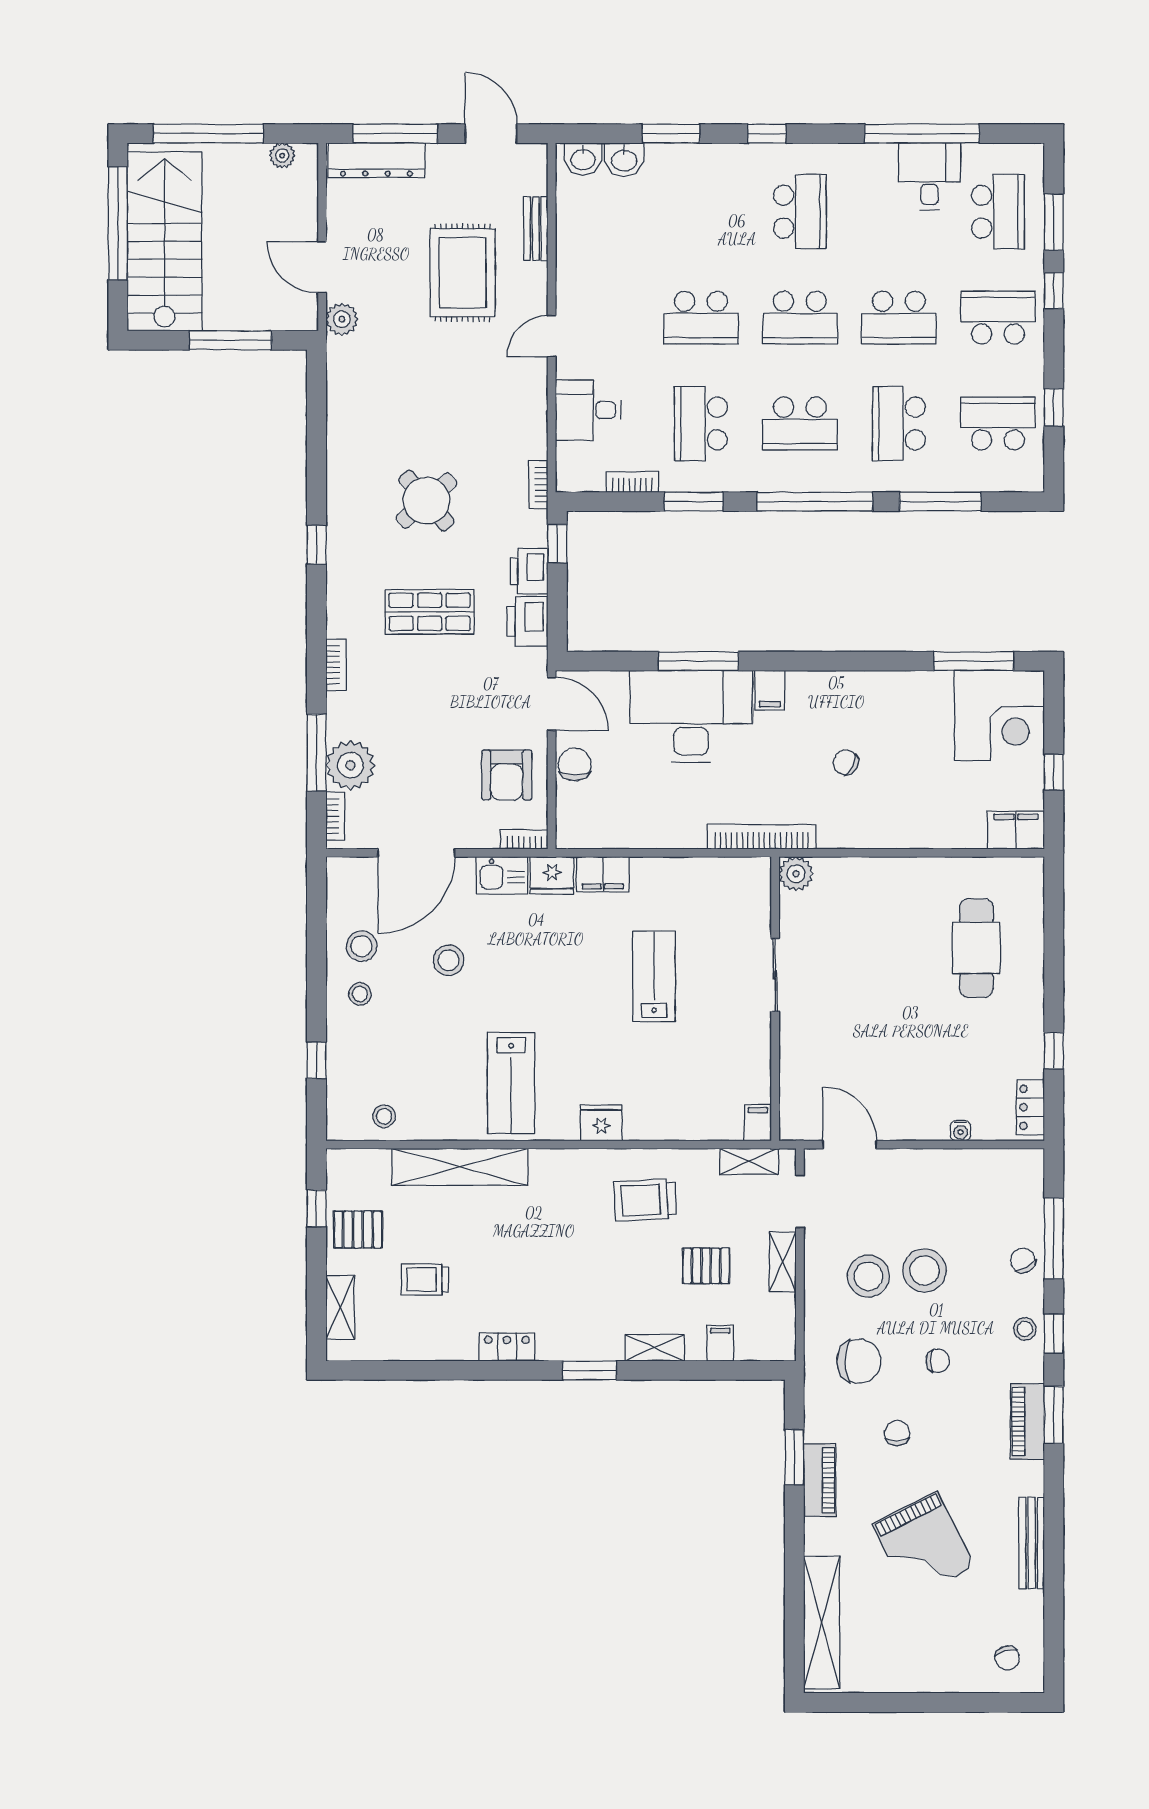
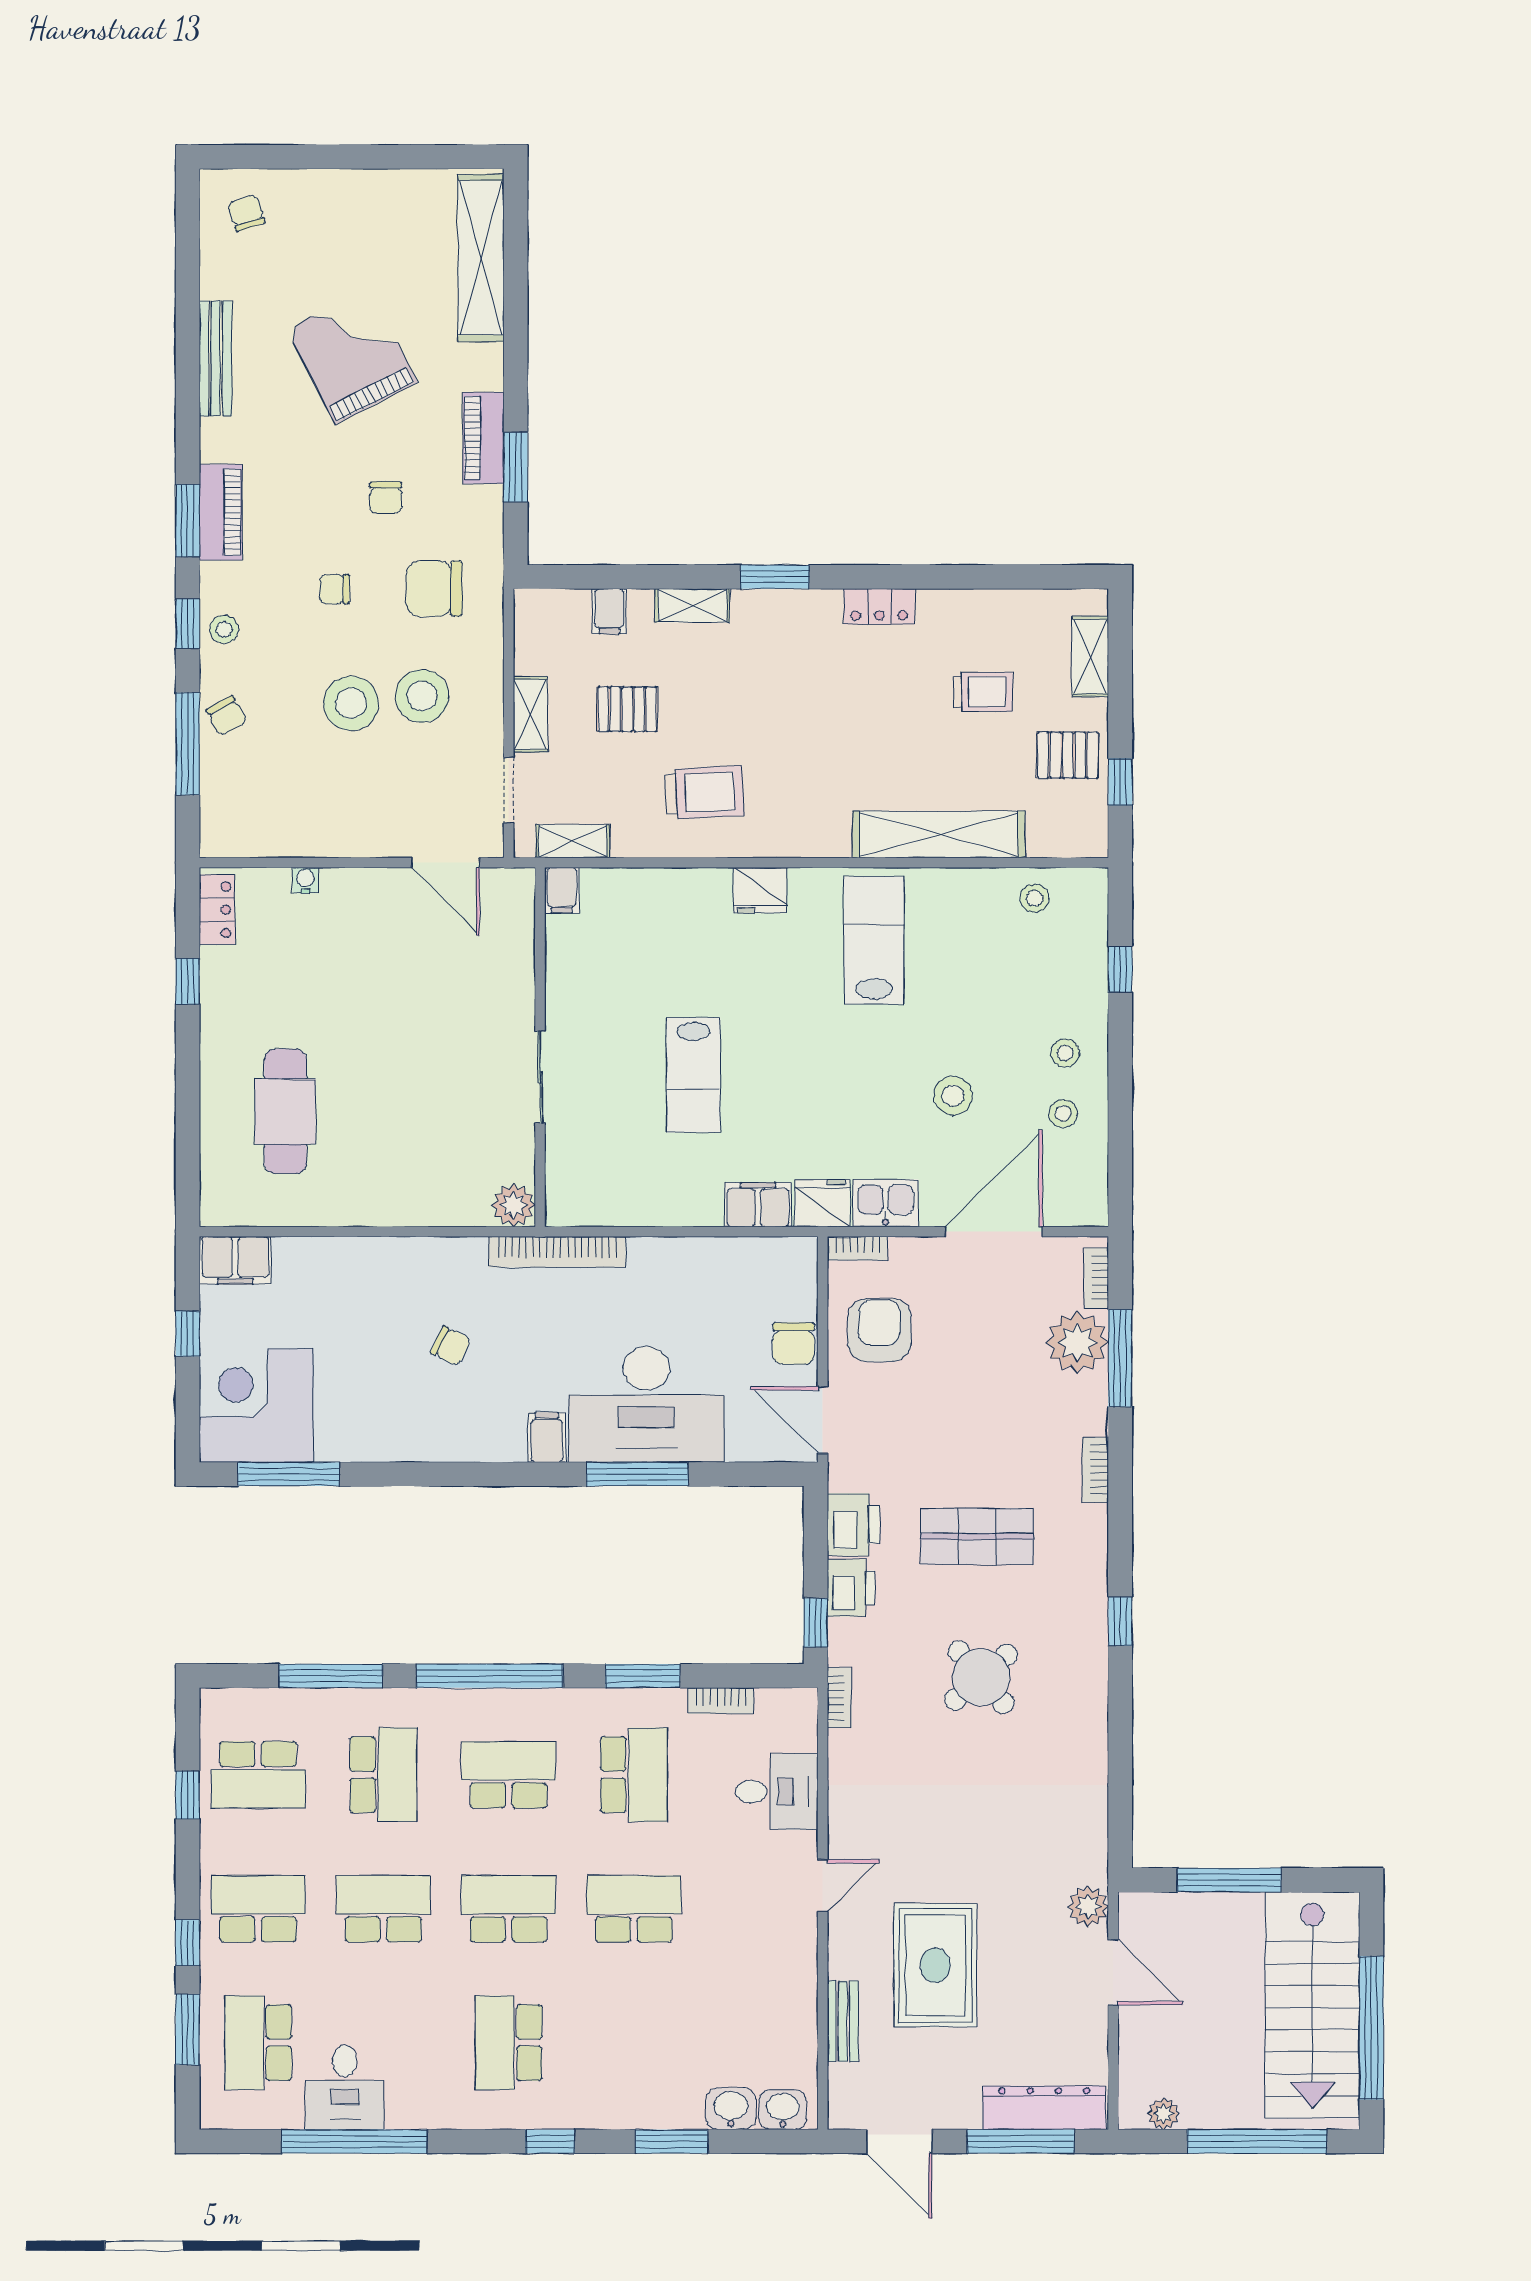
school desk: (998, 318) -> (258, 1909), turned 180
stool: (362, 946) -> (1063, 1113), width x0.73, depth x0.73

